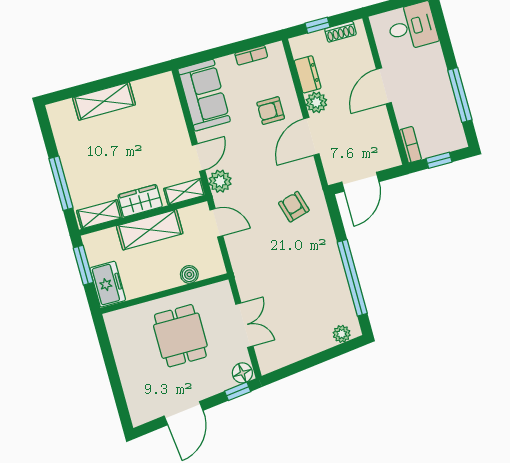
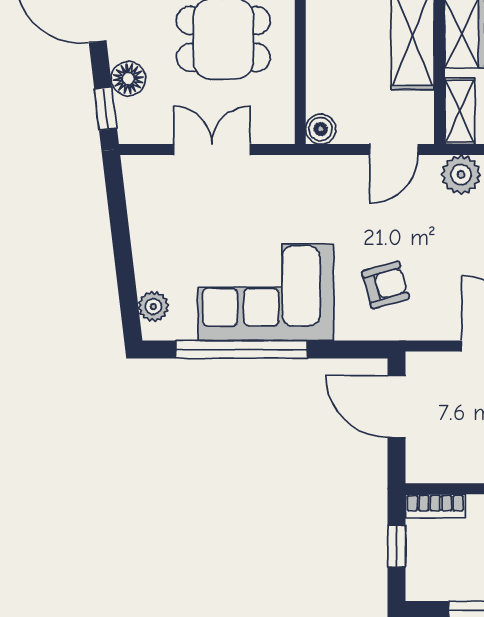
corner sofa: (316, 273) -> (266, 292), added
boiler: (189, 274) -> (321, 129), moved
double door: (244, 325) -> (212, 150), swing flipped
floor lamp: (242, 373) -> (128, 79), moved

